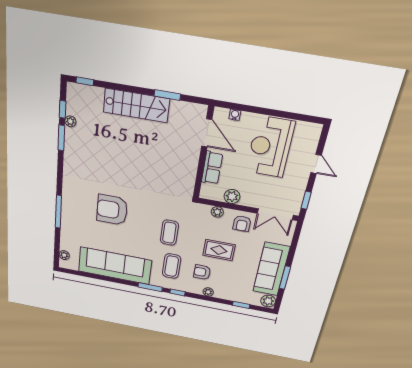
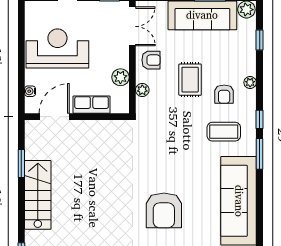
reception desk: (270, 147) -> (57, 48), turned 180
coffee table: (169, 233) -> (180, 140), removed

